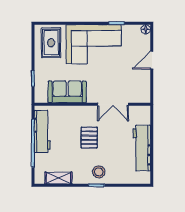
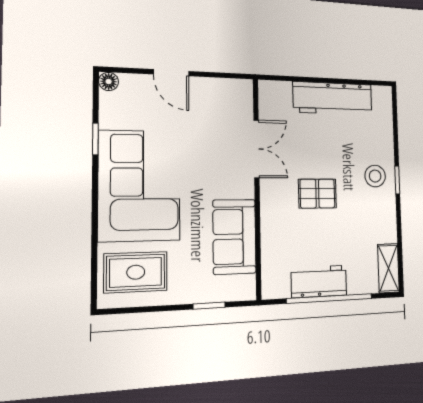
workbench: (42, 132) -> (319, 281), width x0.73
shelving: (58, 178) -> (388, 268), moved

